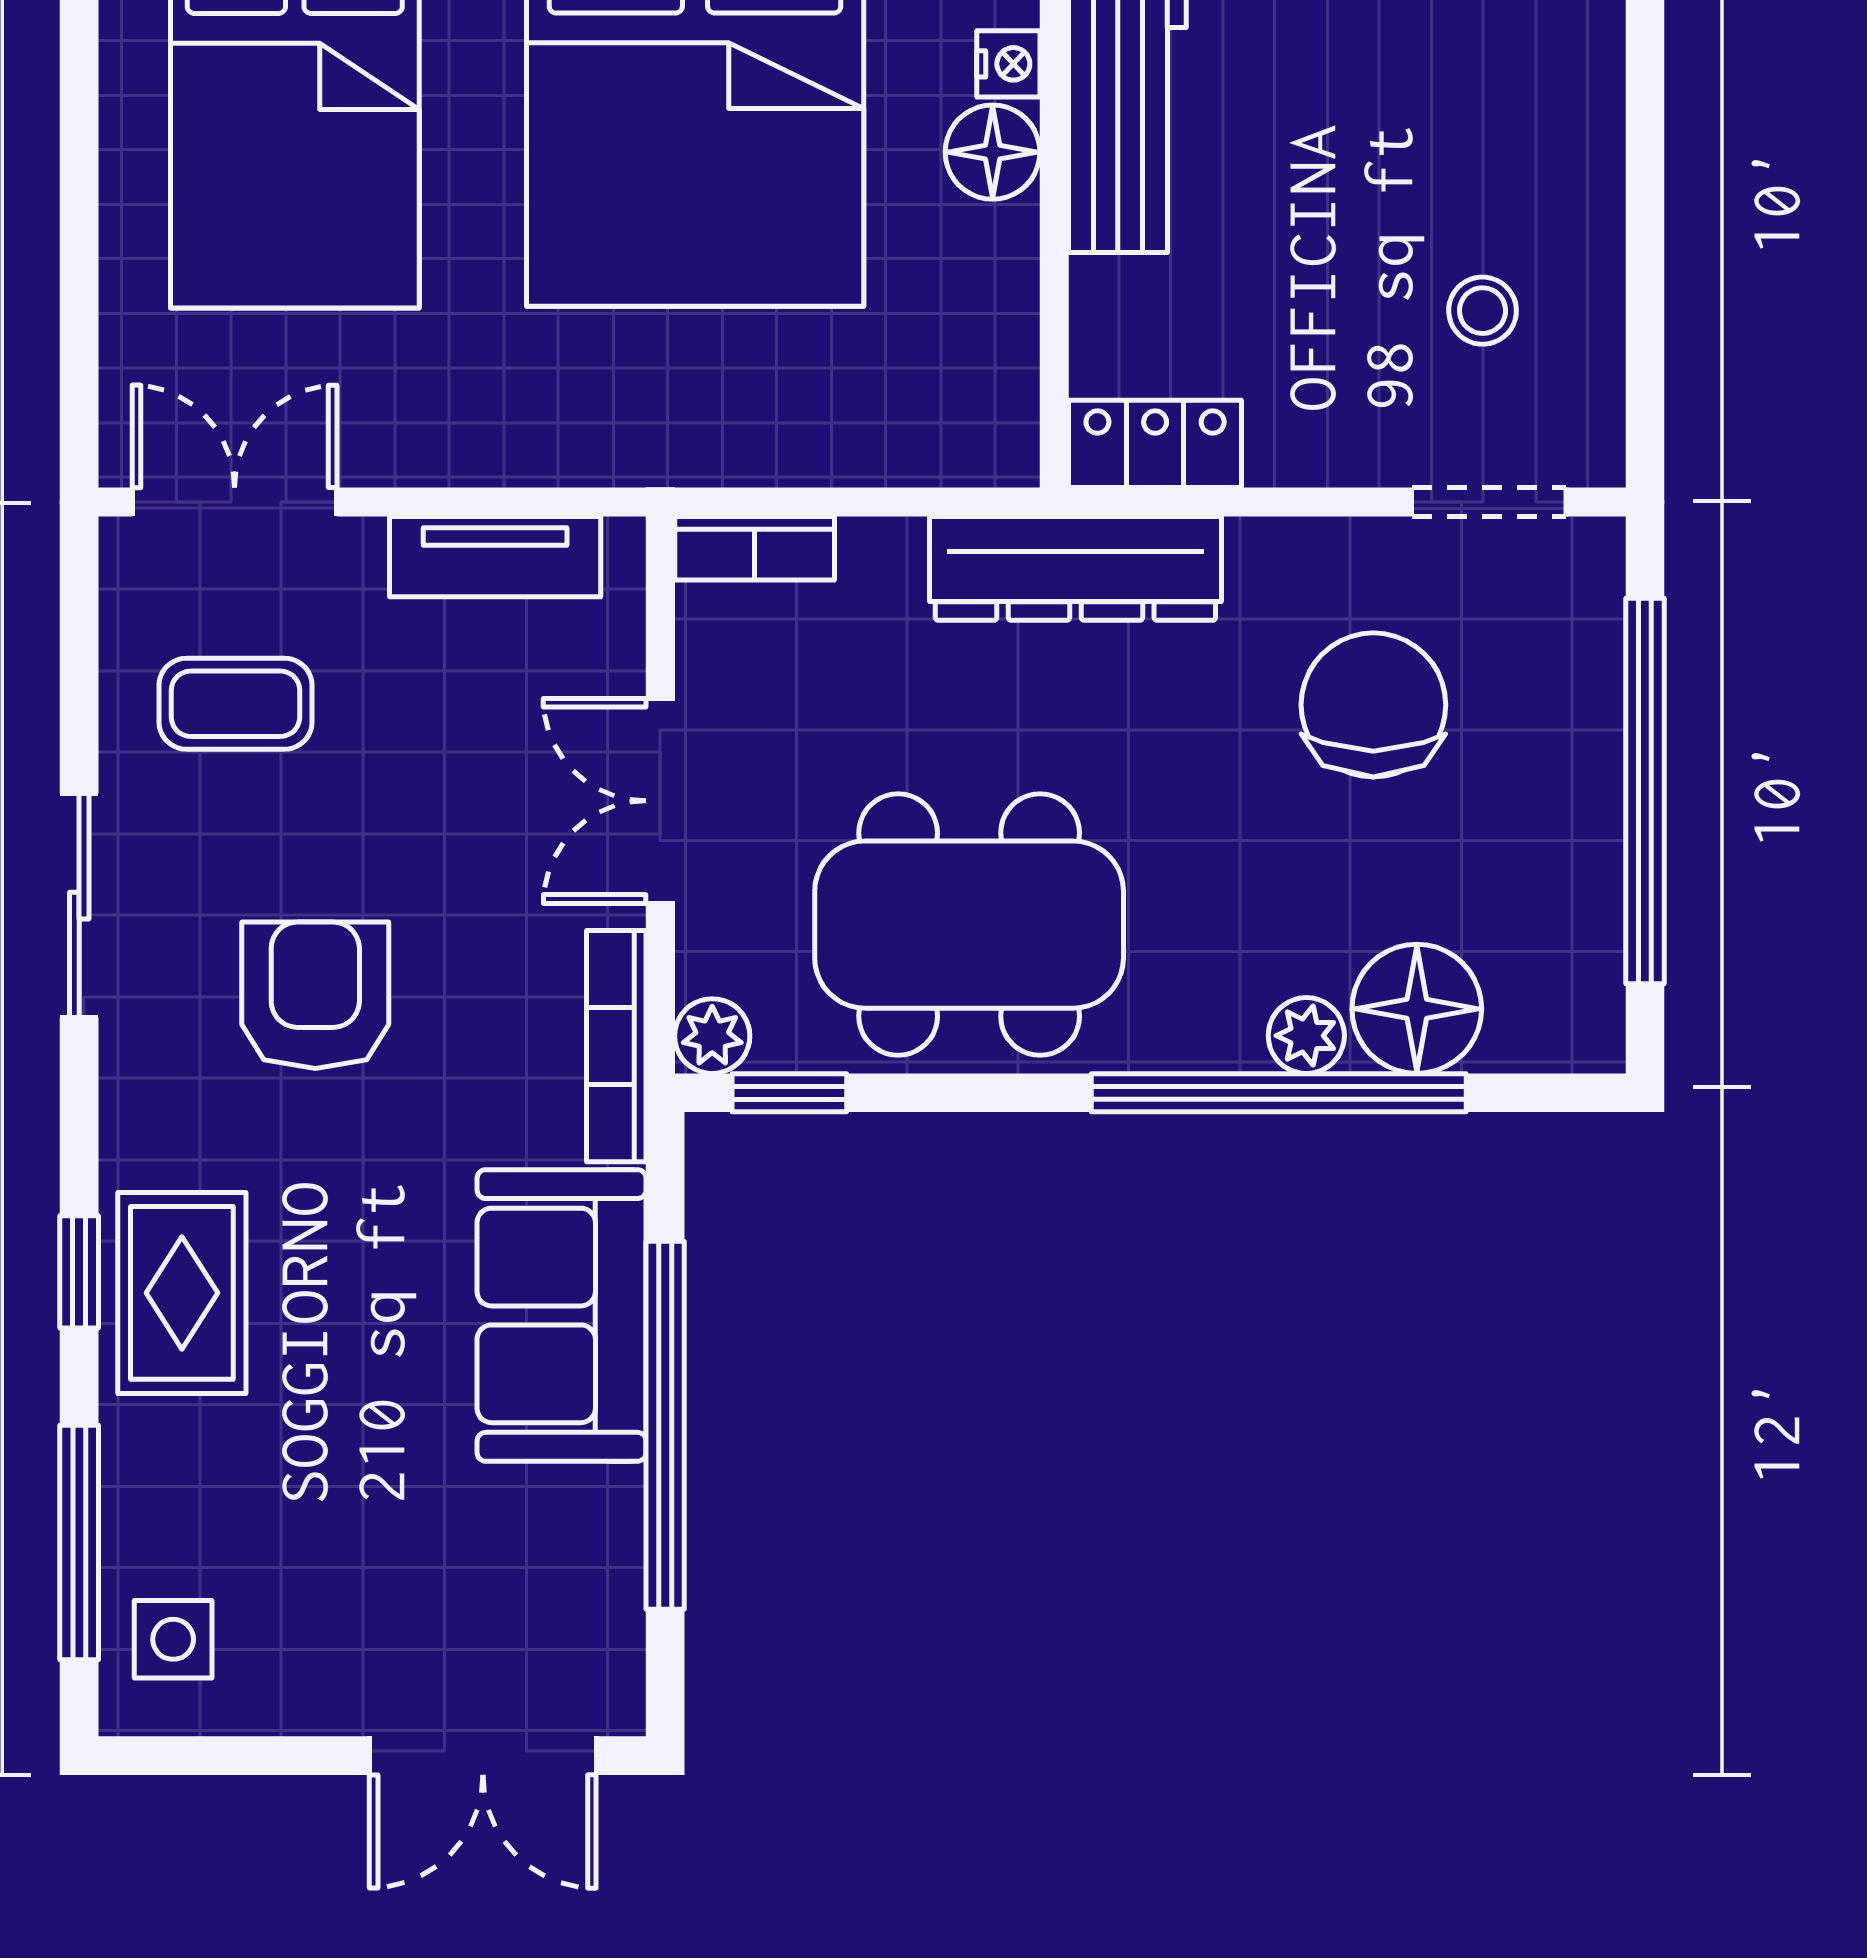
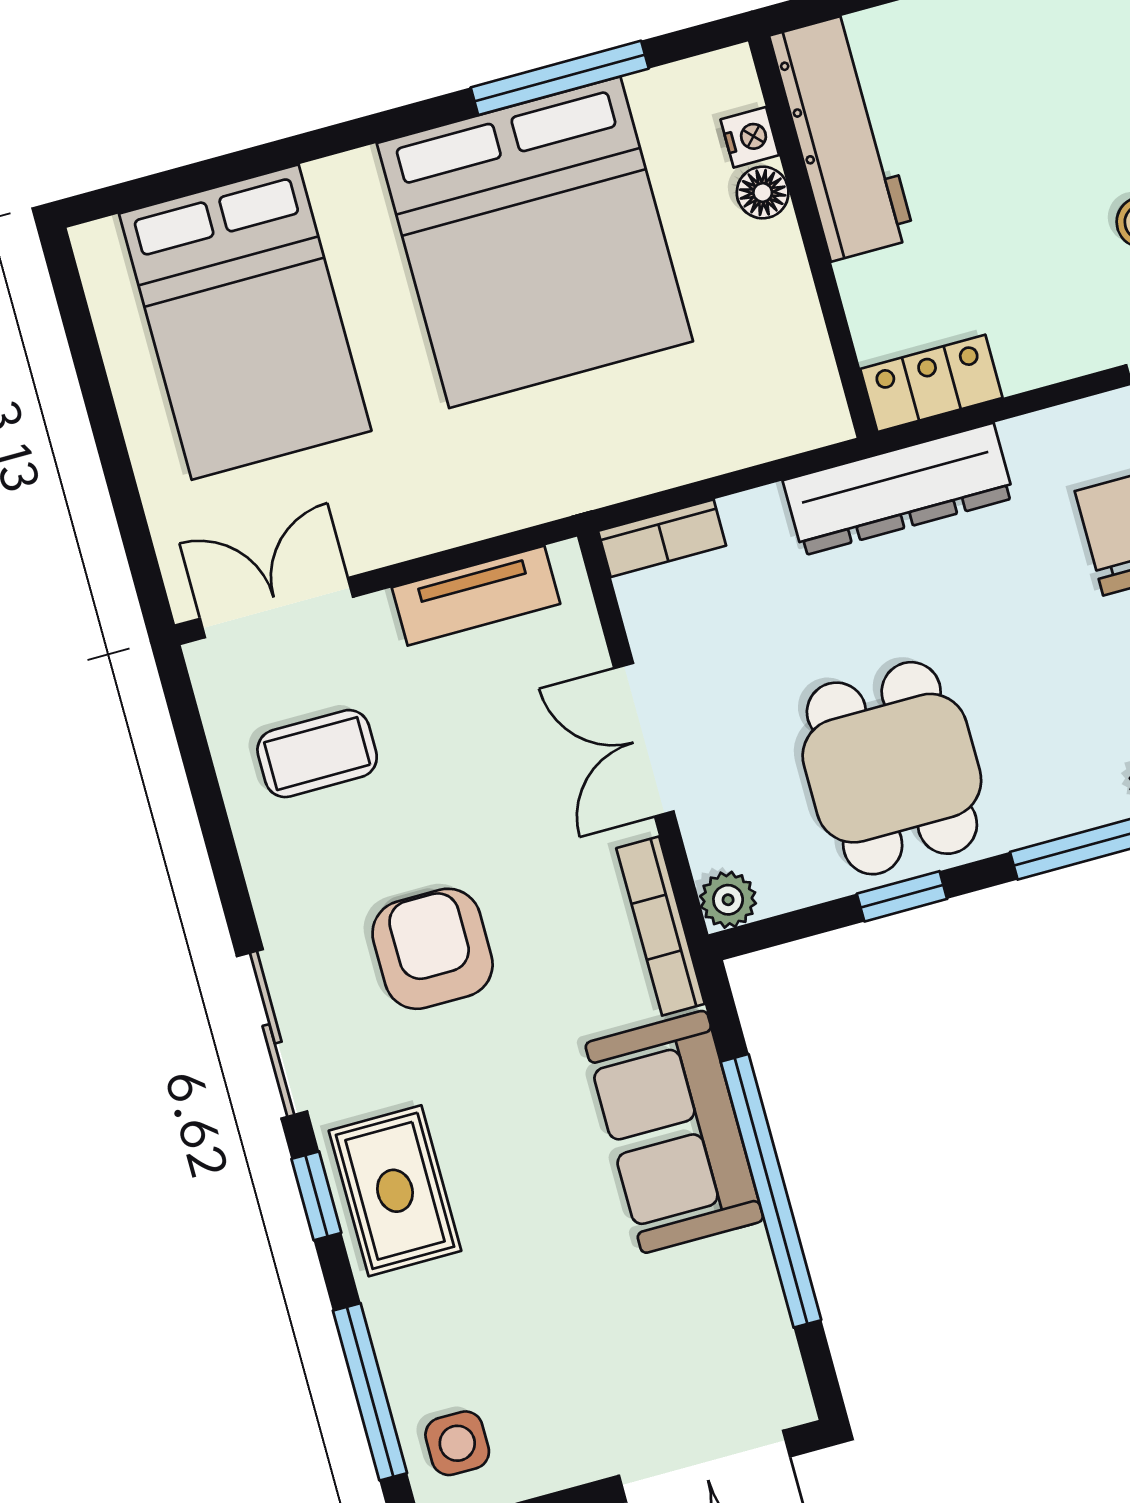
floor lamp: (993, 152) -> (763, 193), width x0.73, depth x0.73
sliding door: (79, 906) -> (272, 1034), moved
dining table: (969, 925) -> (892, 768), width x0.73
window: (789, 1093) -> (902, 896), moved

